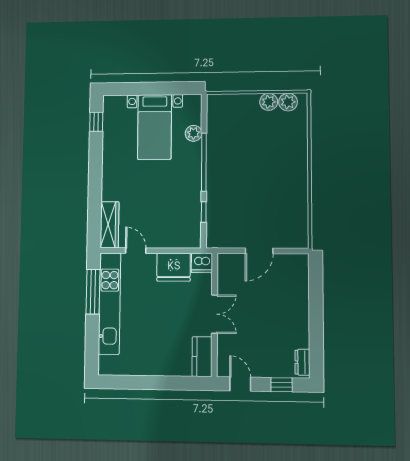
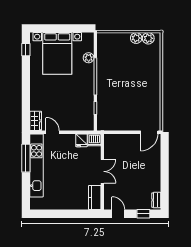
bed with nightstands: (155, 127) -> (57, 53), width x1.36
wardrobe: (109, 225) -> (36, 121), width x0.67
door: (259, 251) -> (149, 132), moved
fridge: (174, 267) -> (82, 140), width x0.53, depth x0.75

